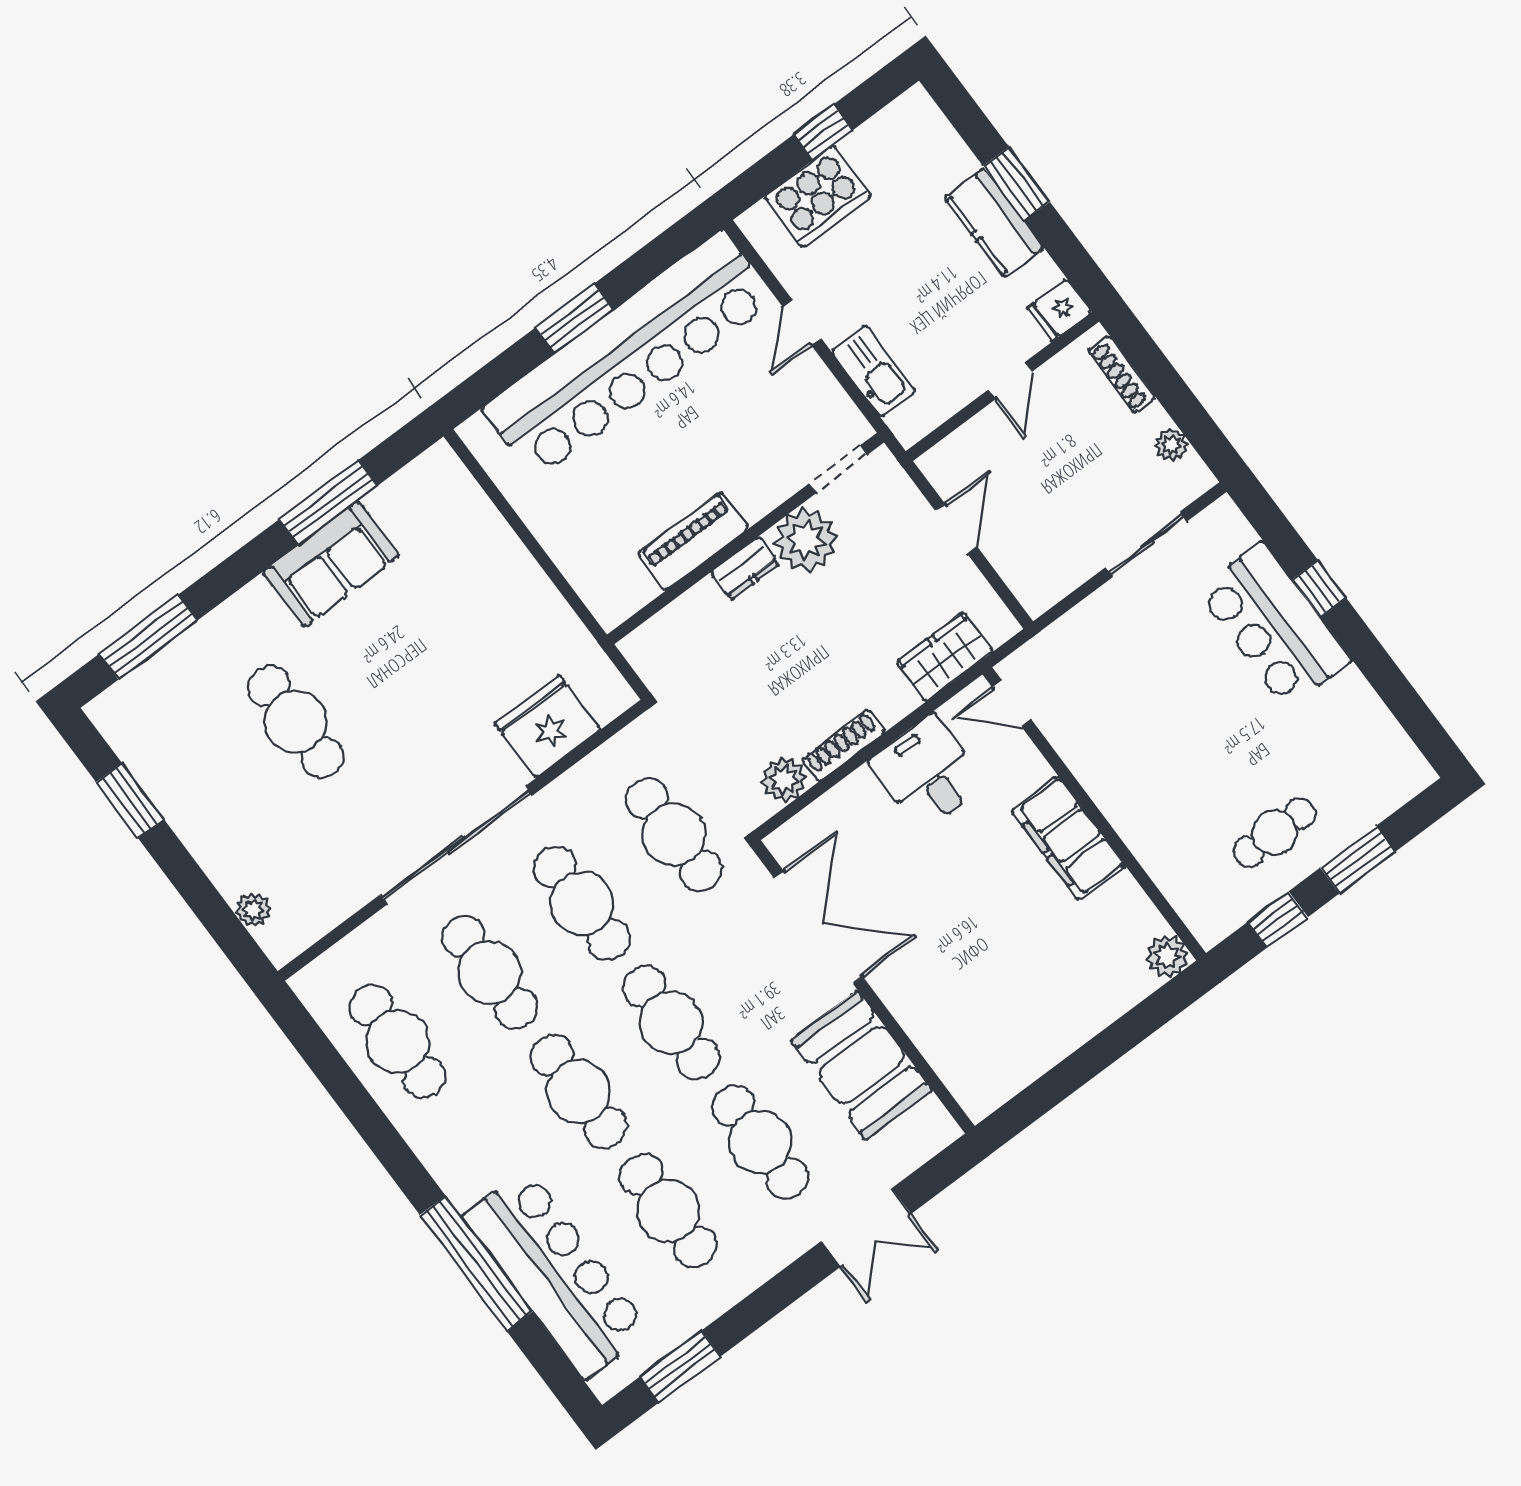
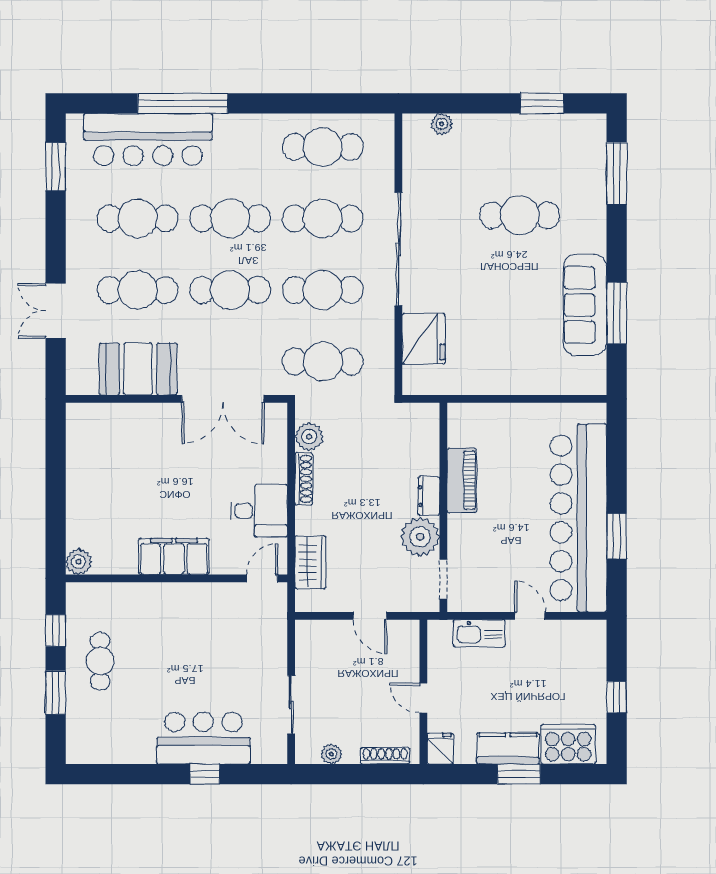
cooker: (818, 196) -> (568, 744), moved, turned 90
window: (574, 318) -> (617, 536), moved
sofa: (331, 564) -> (585, 305), width x1.36

